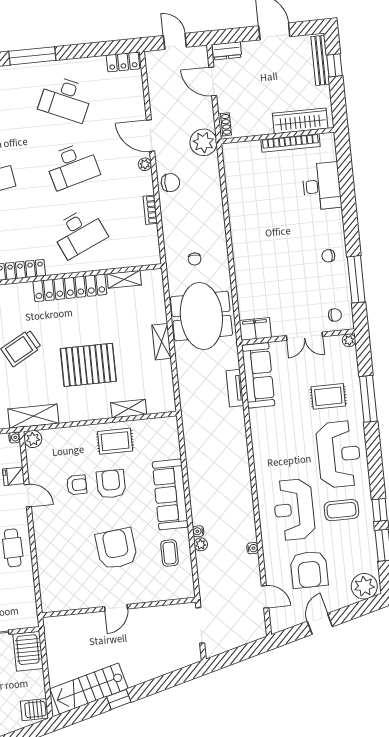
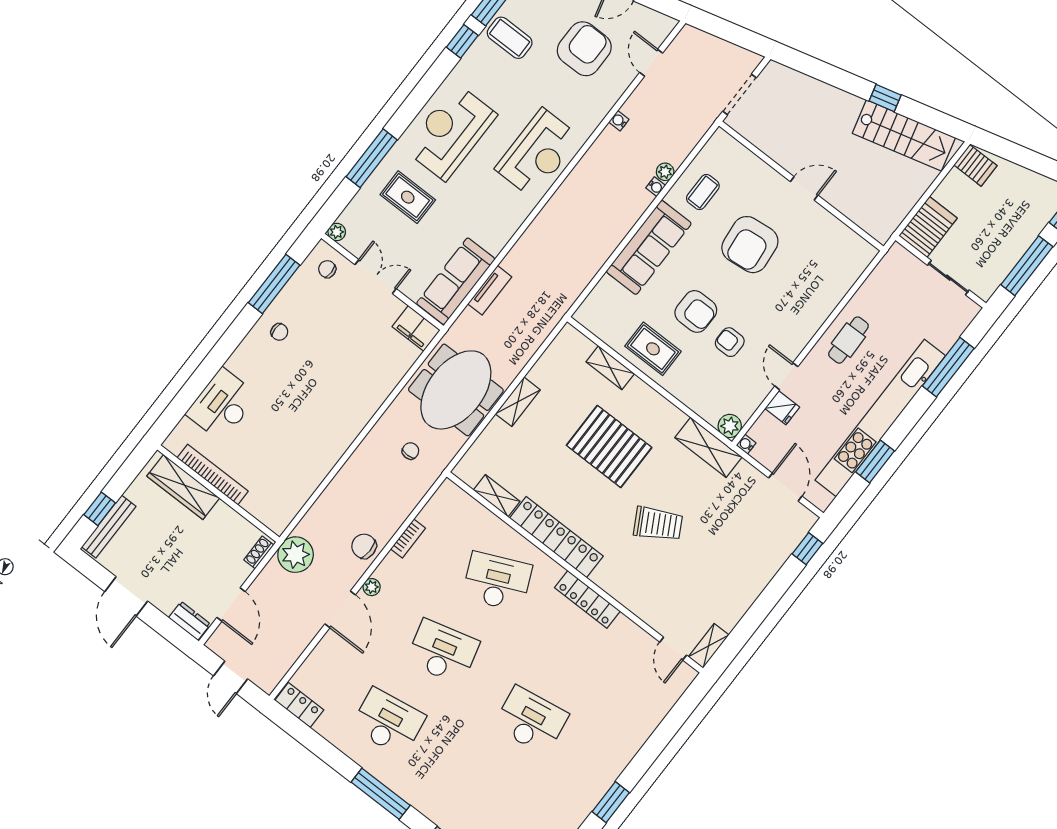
desk: (66, 99) -> (388, 722), turned -33
armchair: (111, 484) -> (696, 311), turned -90
reception desk: (294, 510) -> (538, 153), moved
coffee table: (341, 510) -> (510, 38), moved

